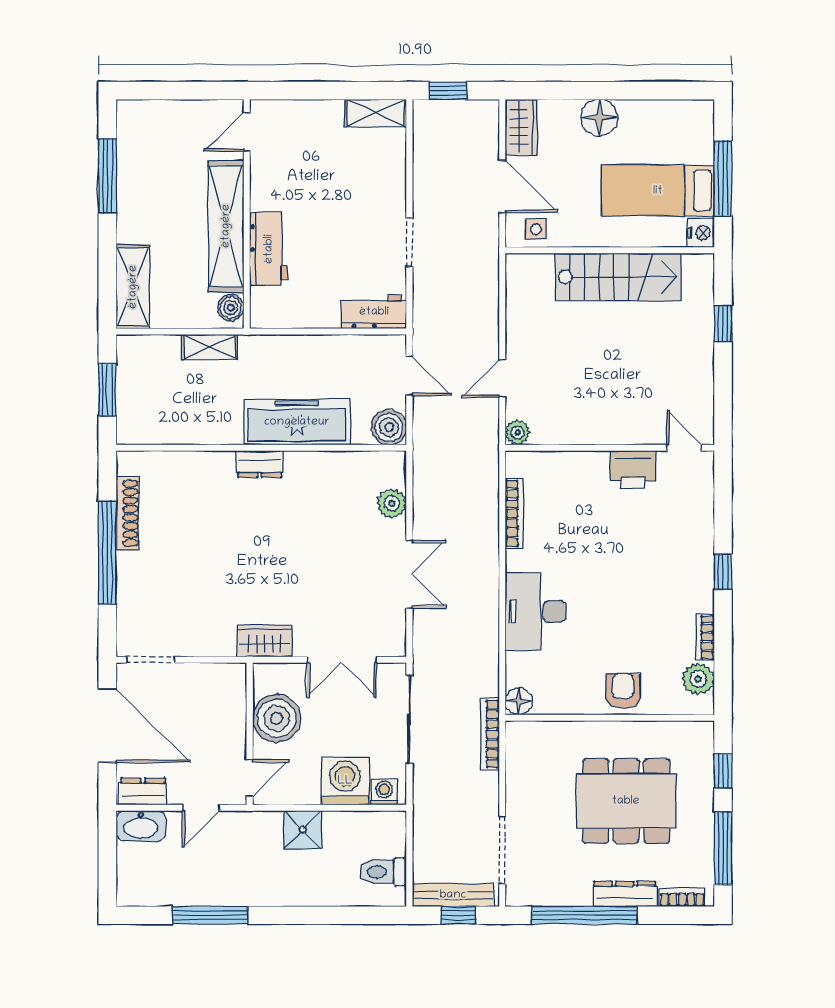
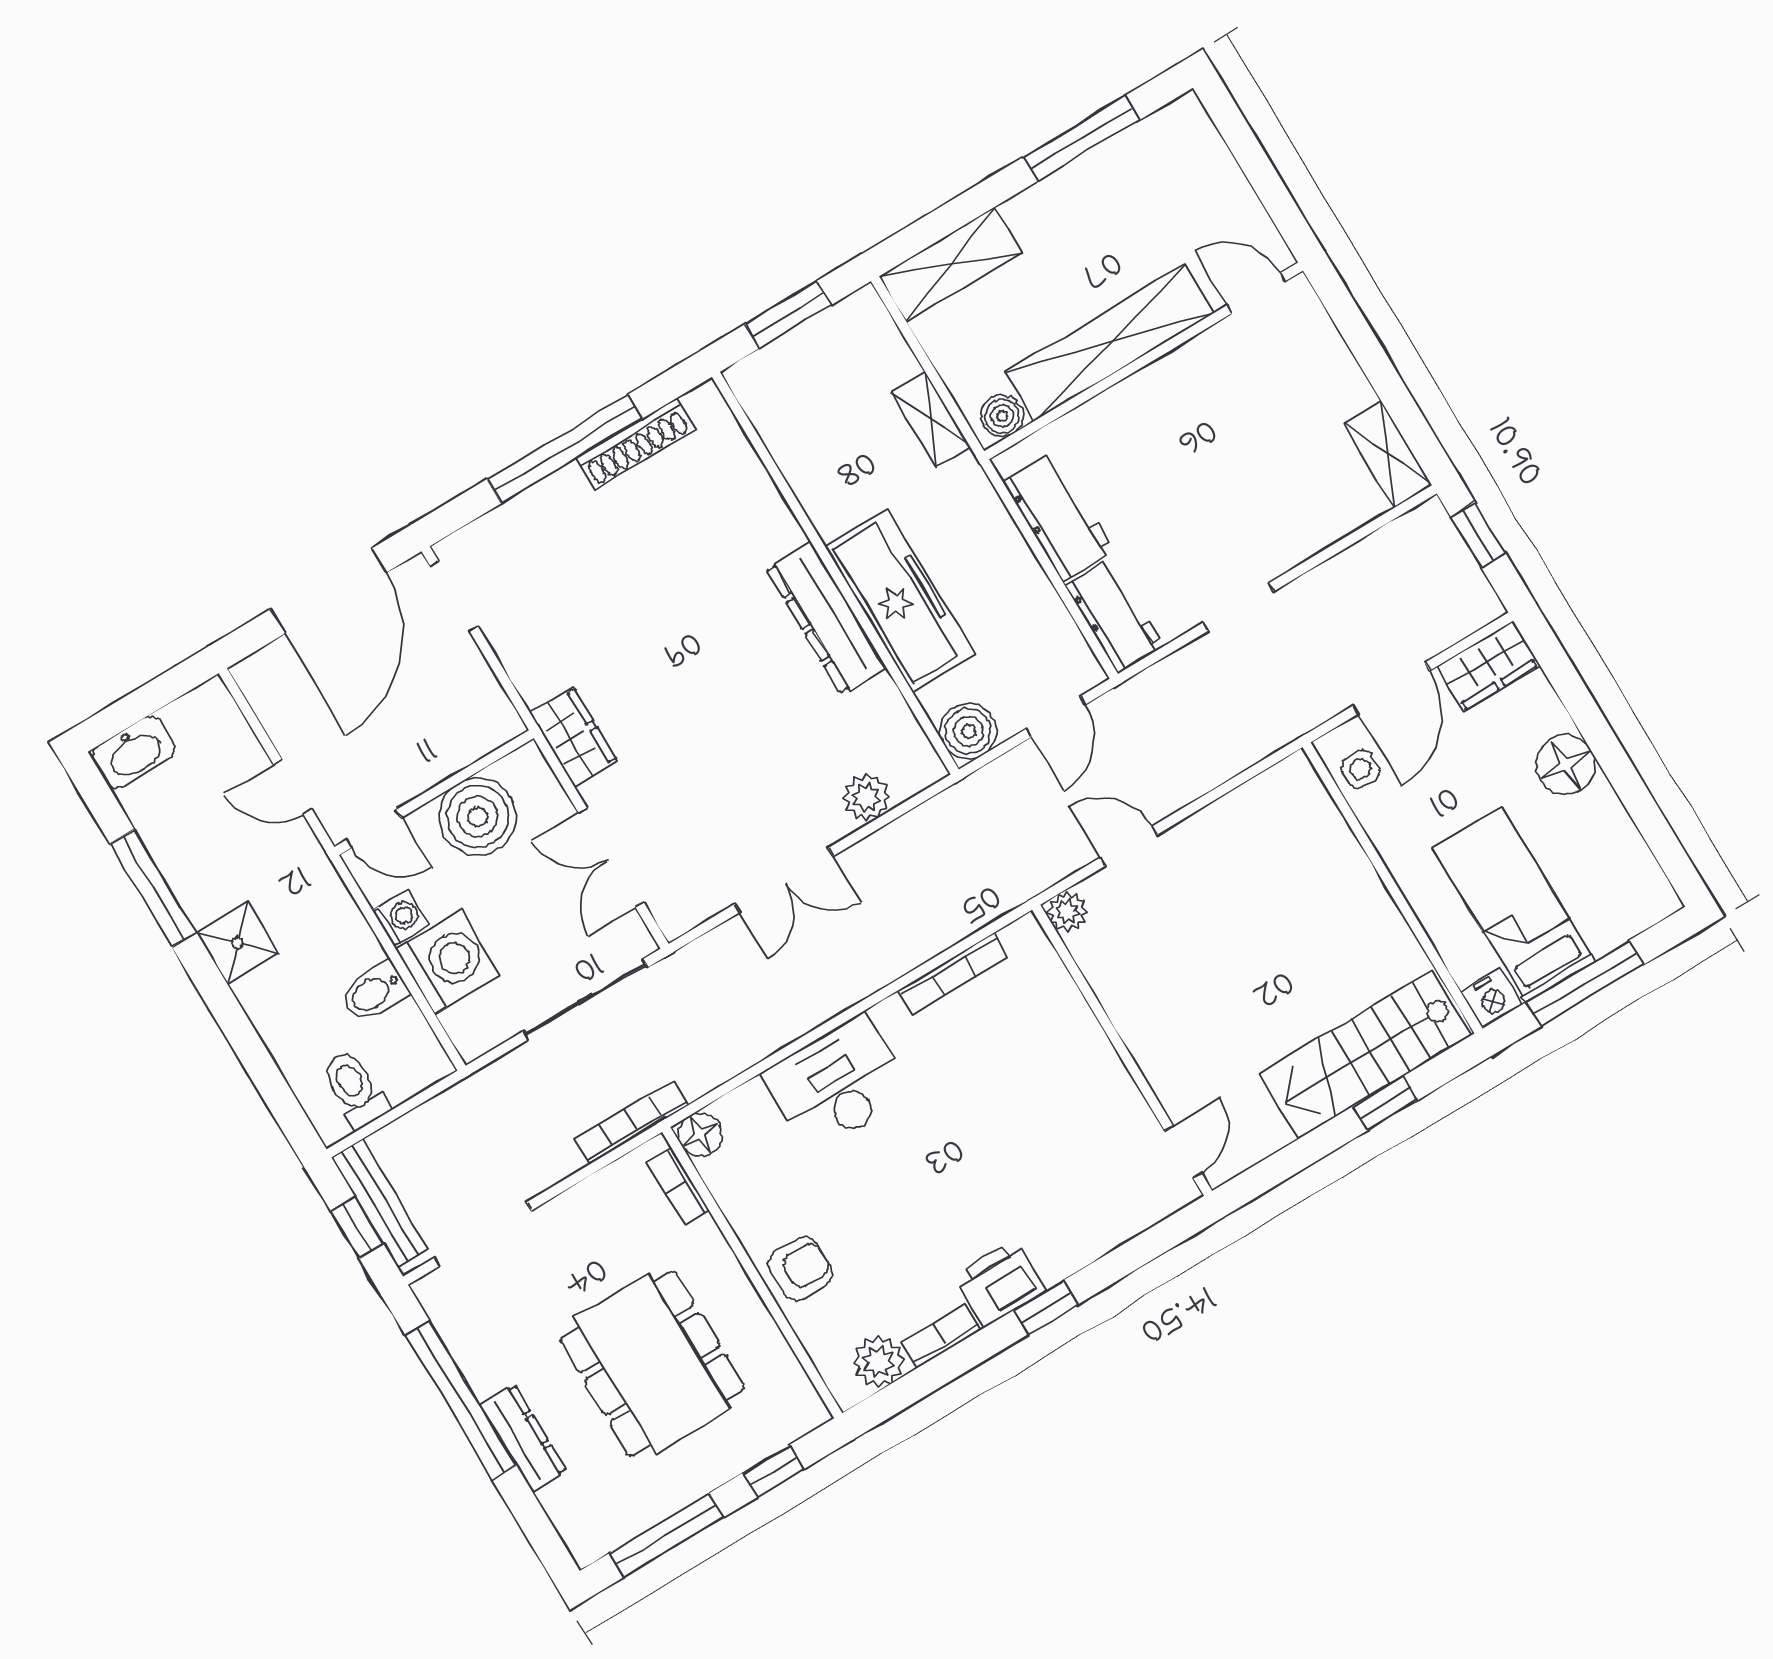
workbench: (269, 249) -> (1058, 516), moved, turned -90
stairs: (618, 277) -> (1365, 1055), moved, turned 90
dresser: (260, 464) -> (826, 618), width x1.96, depth x1.24
printer: (633, 470) -> (1000, 1284), moved, turned 90
dresser: (143, 791) -> (267, 694), removed
washing machine: (384, 792) -> (401, 918), moved
washbasin: (141, 826) -> (134, 752), moved, turned -90
shower: (303, 830) -> (238, 943), moved
bidet: (337, 830) -> (374, 992), added
bookcase: (682, 897) -> (678, 1186), moved, turned 180

